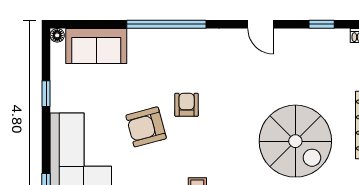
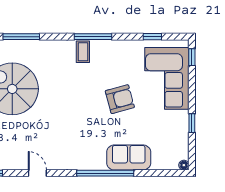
sofa: (96, 46) -> (129, 157), moved
armchair: (187, 105) -> (91, 115), removed

